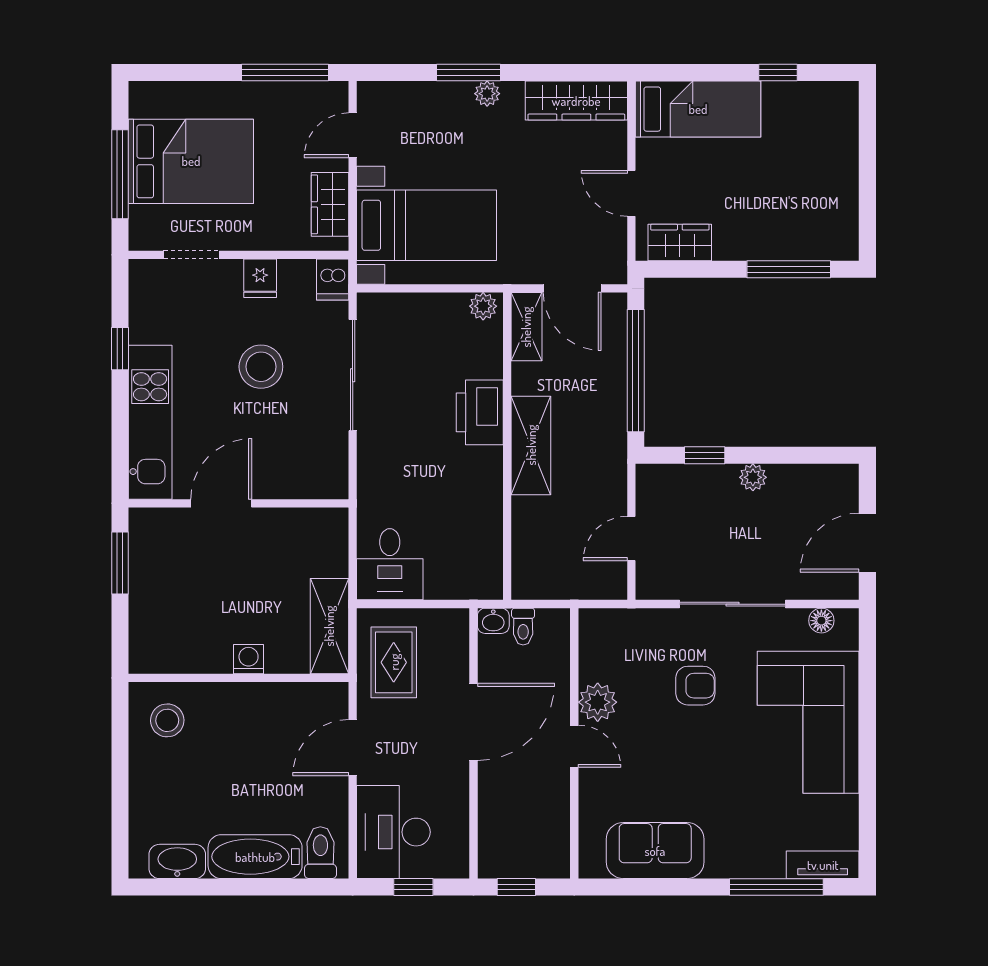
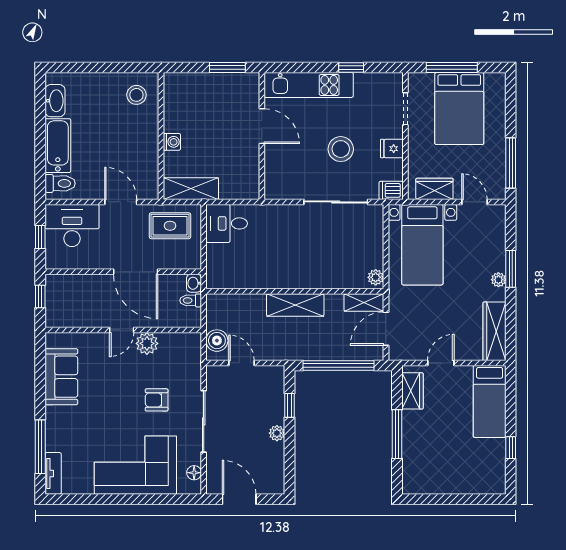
window: (789, 269) -> (397, 434), moved
printer: (480, 412) -> (314, 275), removed
boiler: (593, 581) -> (217, 341), added
armchair: (695, 686) -> (157, 400), turned 90

